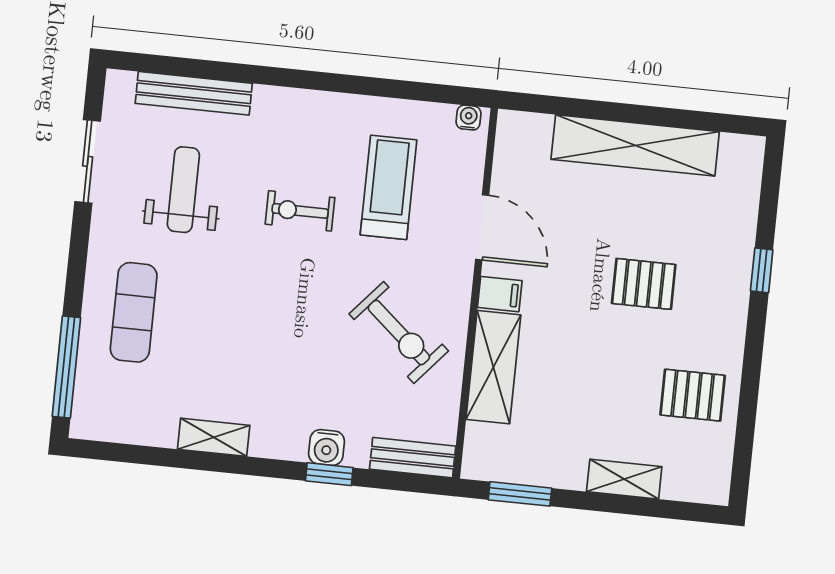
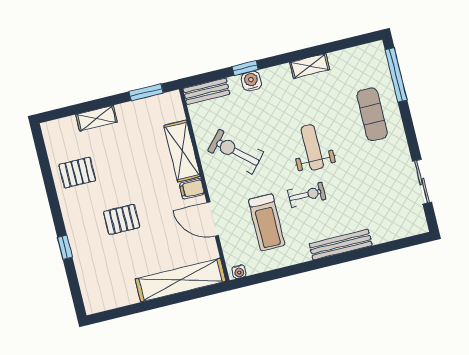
bench: (194, 93) -> (341, 245), moved
shelving: (635, 145) -> (180, 280), moved
weight bench: (183, 190) -> (312, 147), moved, turned 180

